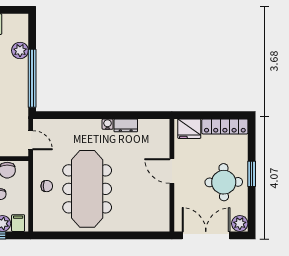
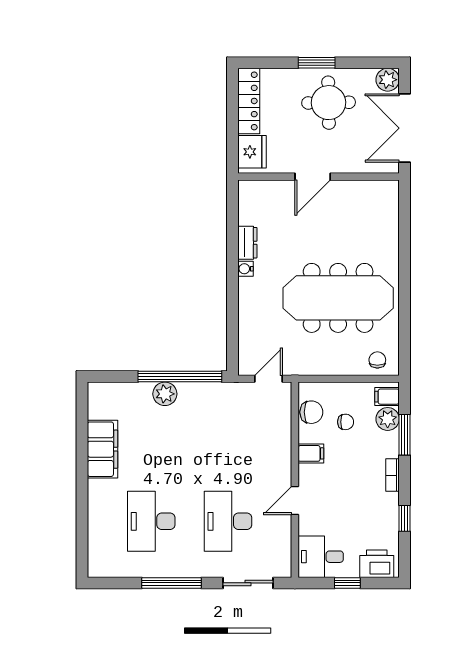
plant: (20, 50) -> (165, 394), moved
chair: (47, 186) -> (377, 360), moved

